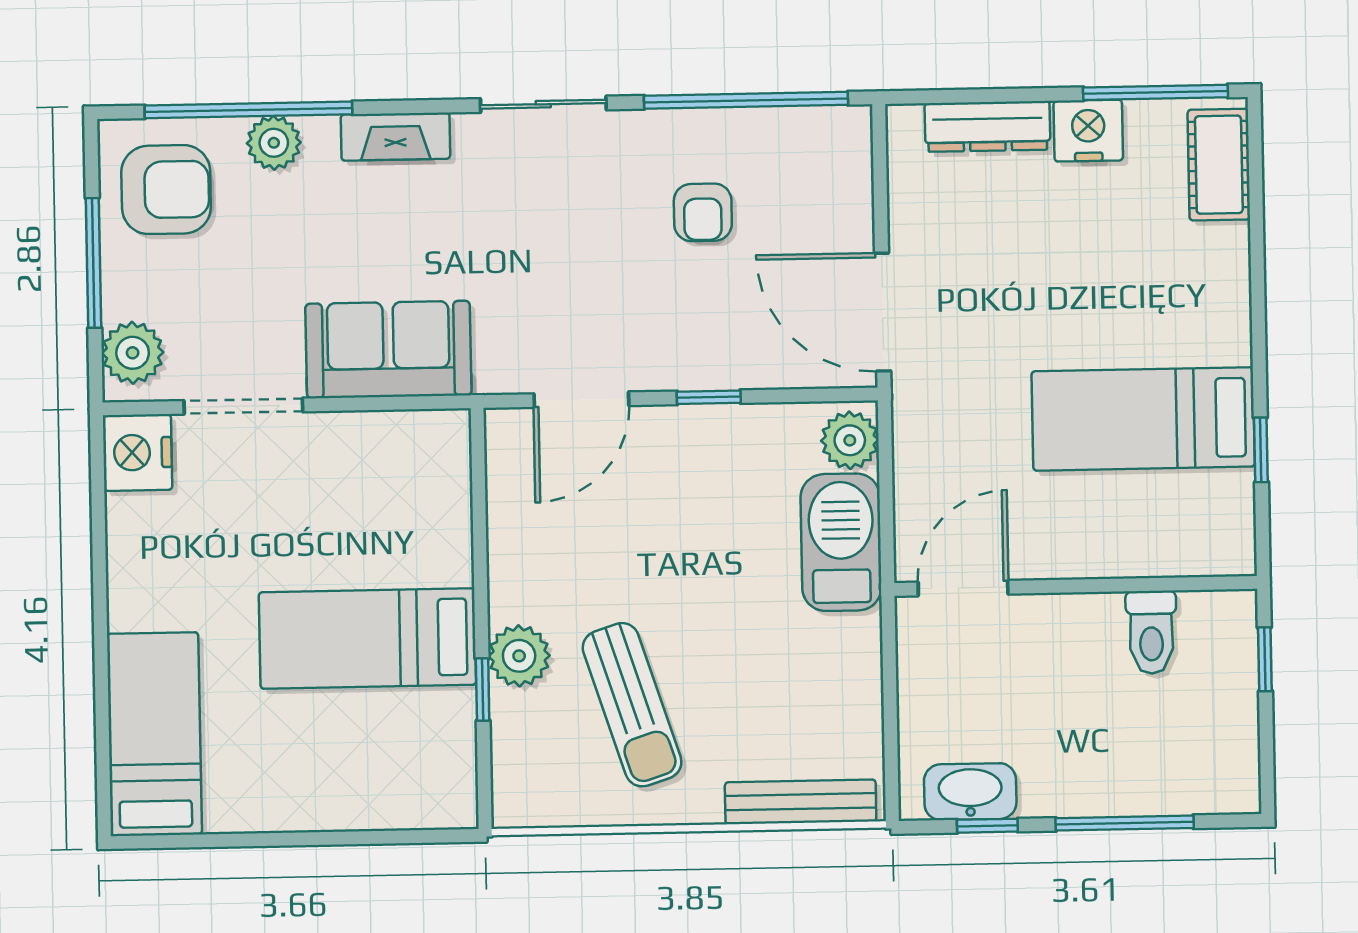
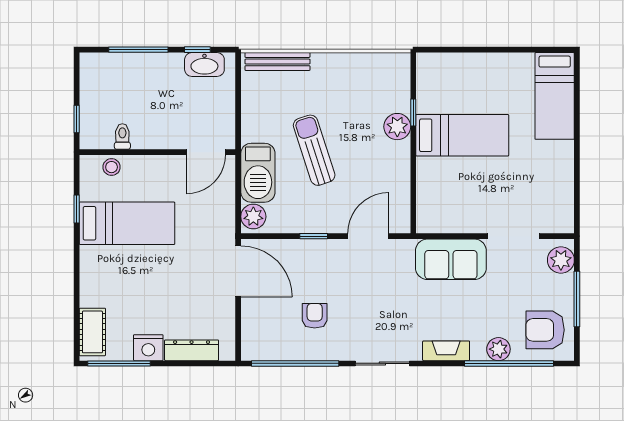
nightstand: (137, 453) -> (560, 217), removed
stool: (1182, 549) -> (112, 167), added
toilet: (1151, 632) -> (122, 136), width x0.73, depth x0.72
sun lounger: (632, 705) -> (314, 150), moved

